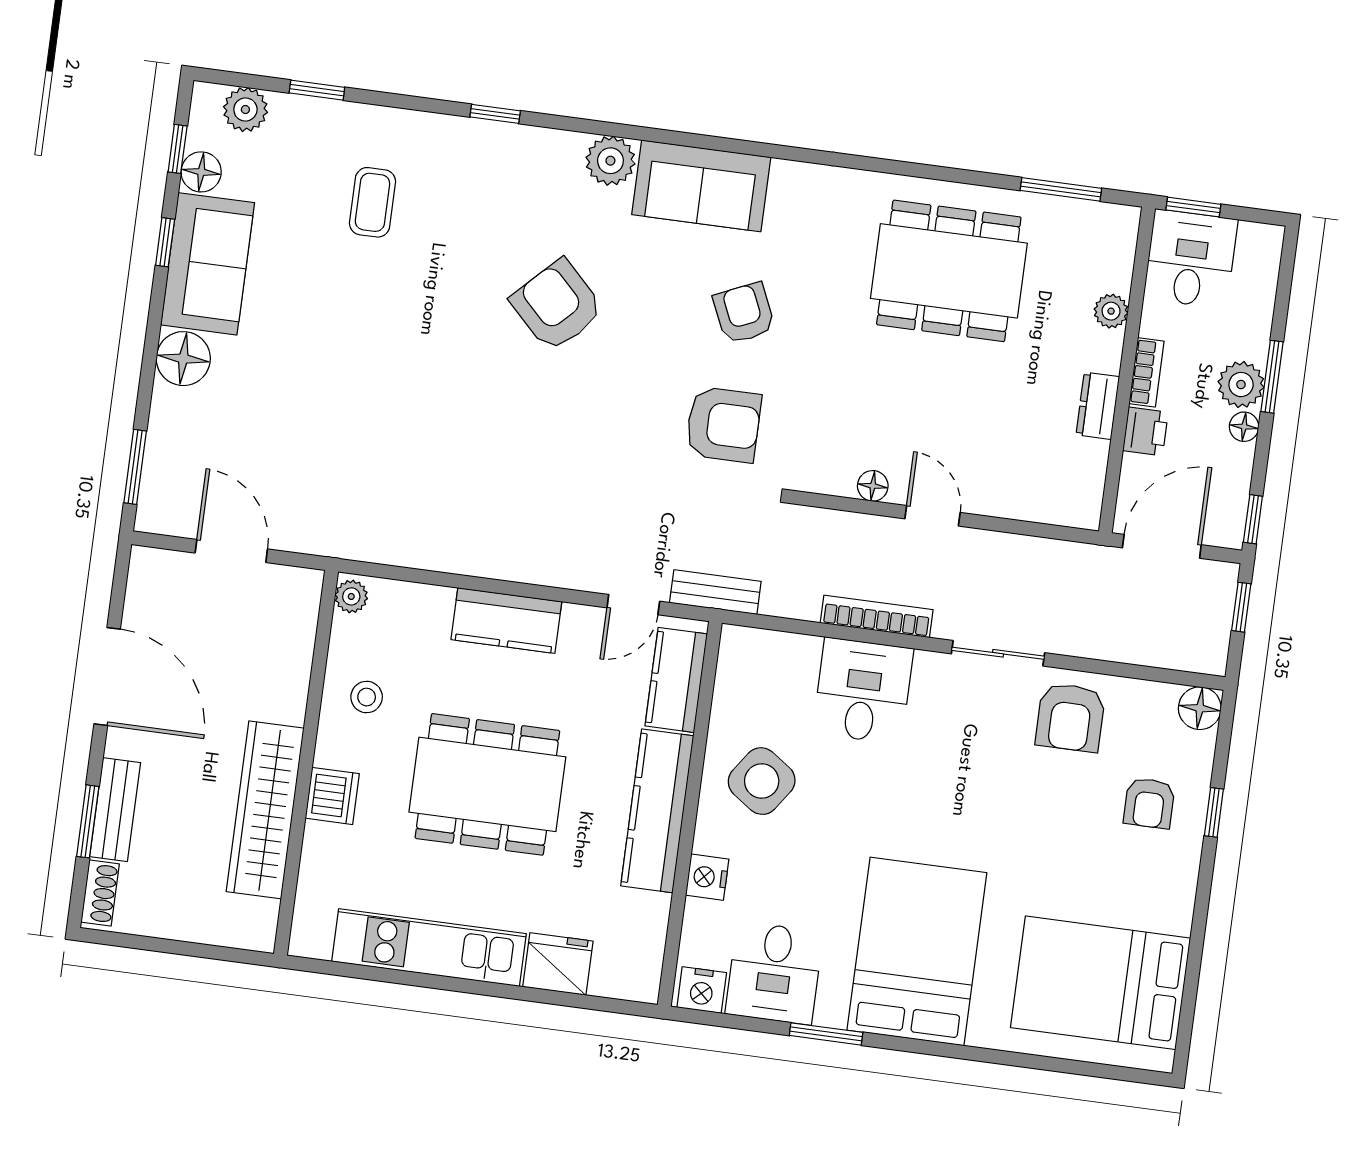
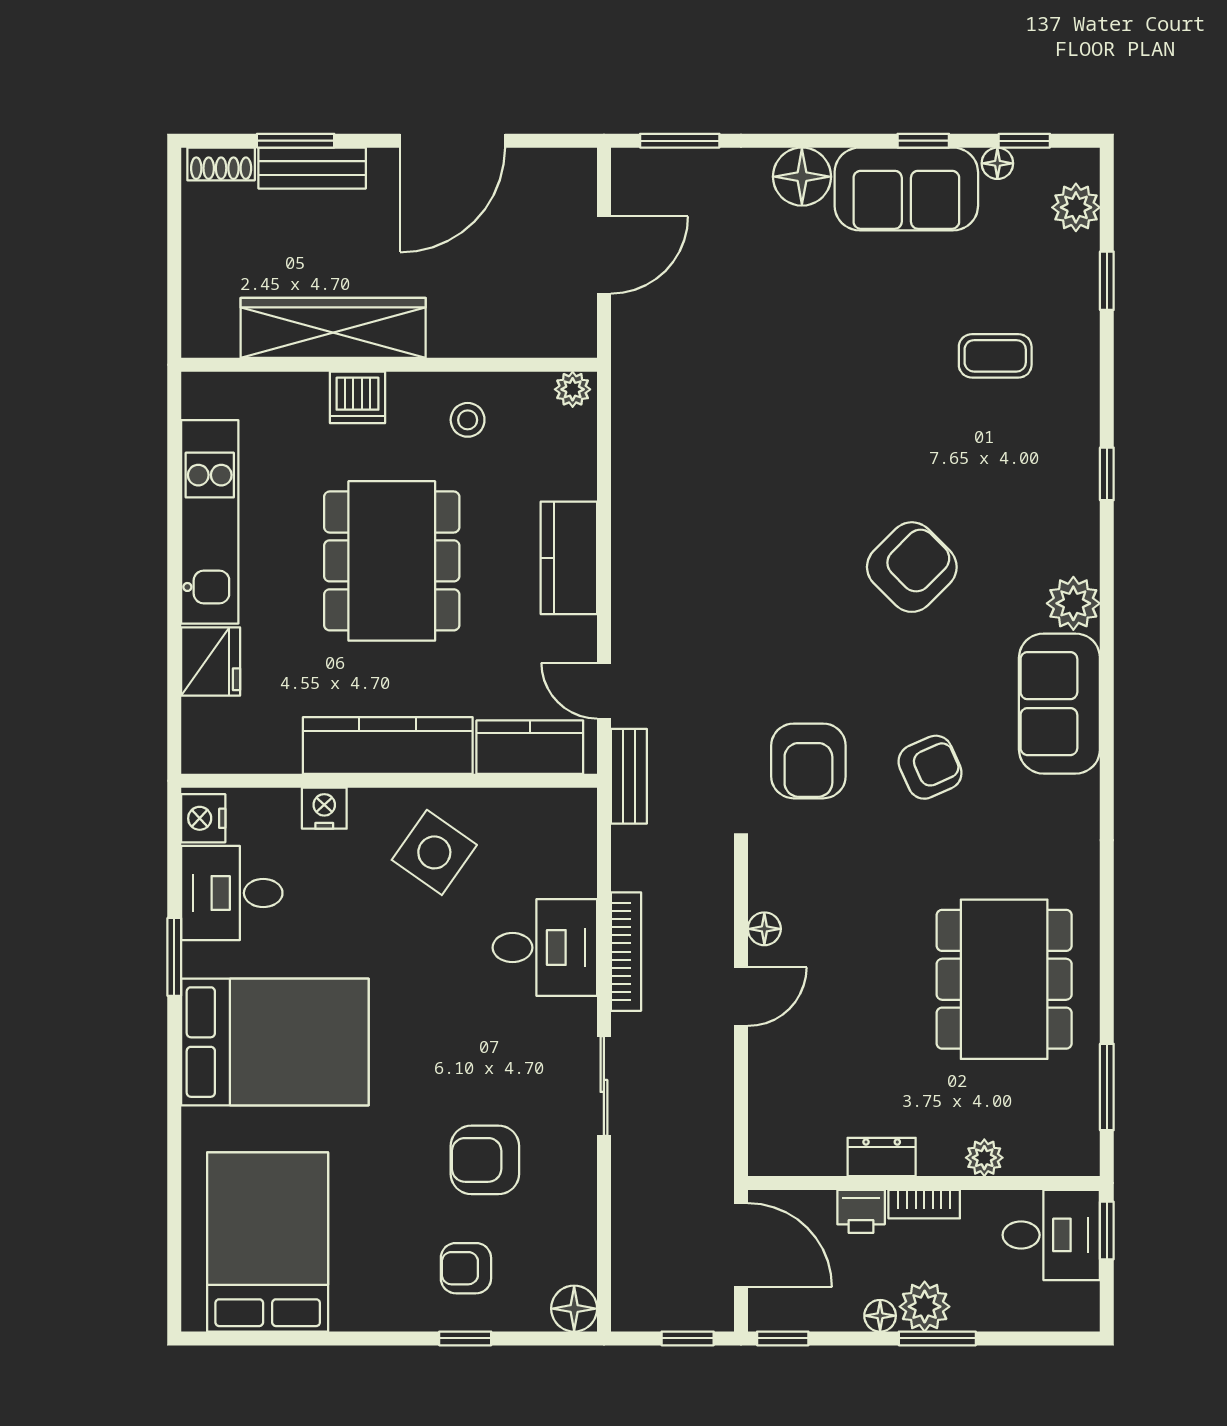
floor lamp: (201, 172) -> (997, 163), width x0.73, depth x0.73
armchair: (1070, 717) -> (485, 1160), moved

